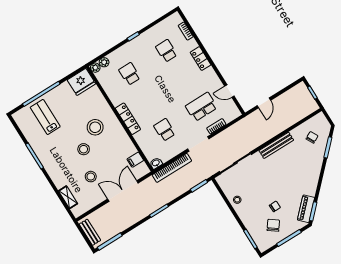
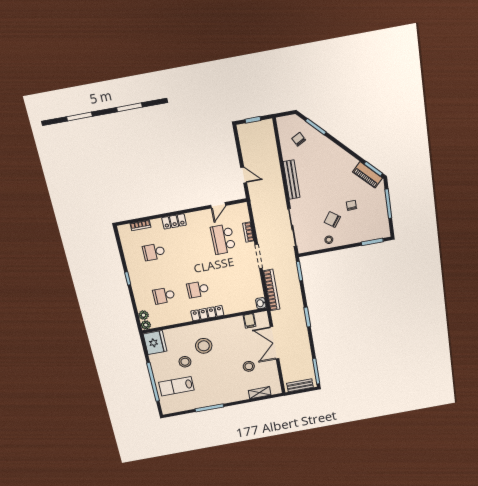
school desk: (165, 130) -> (198, 289), moved
stool: (84, 149) -> (185, 362), moved
chair: (273, 225) -> (332, 220), moved

